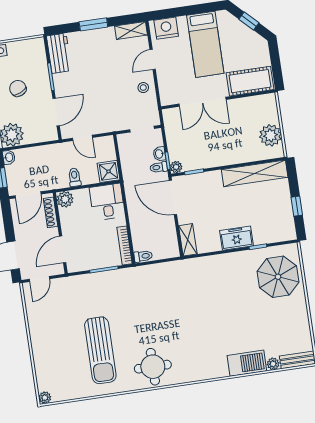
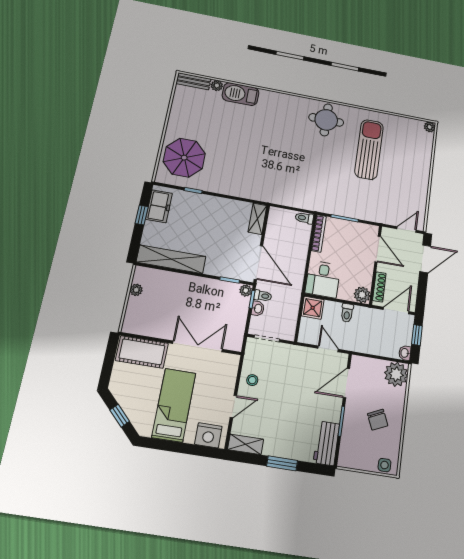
plant: (270, 135) -> (136, 290), width x0.53, depth x0.53
freezer: (237, 238) -> (159, 206), moved, turned -90
door: (63, 249) -> (378, 249), hinge flipped

